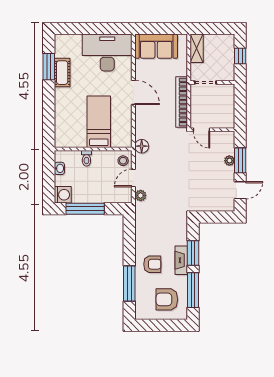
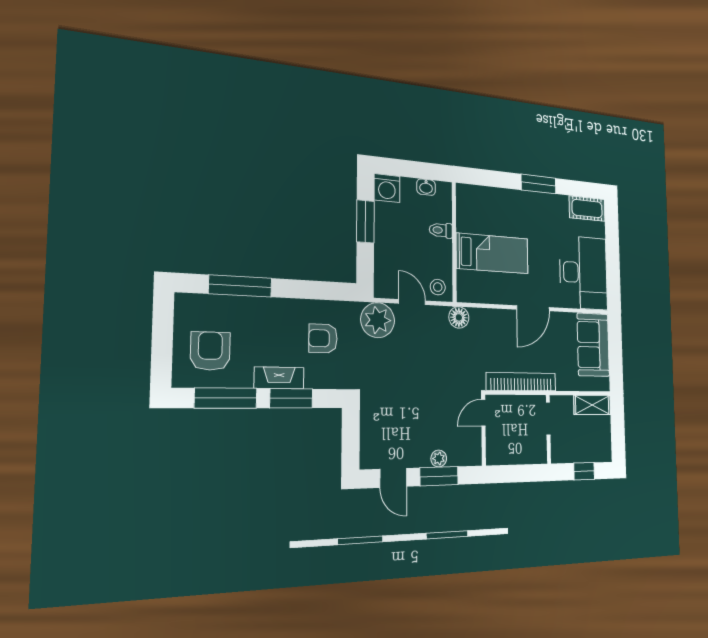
window: (49, 67) -> (538, 184), moved
cot: (62, 73) -> (587, 209), moved
plant: (141, 195) -> (378, 320), width x1.87, depth x1.87
window: (85, 209) -> (365, 221), width x0.69
armchair: (152, 264) -> (323, 338), moved, turned 90

